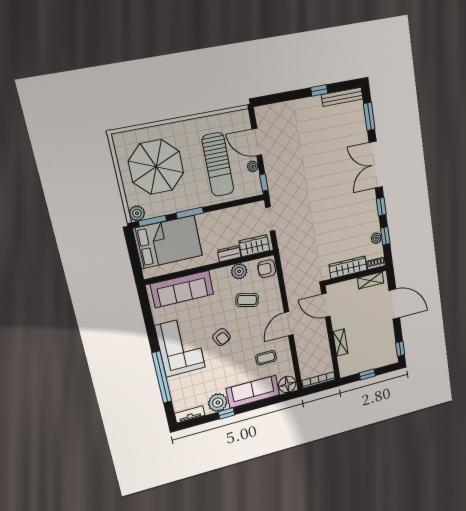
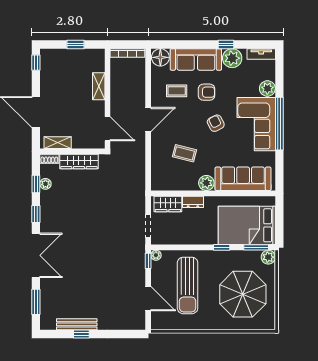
bench: (342, 97) -> (77, 324), moved
sun lounger: (218, 165) -> (188, 285), turned 180
plant: (253, 166) -> (156, 255), moved
window: (190, 213) -> (222, 247), width x0.67
armchair: (267, 269) -> (207, 92), moved
plant: (239, 271) -> (206, 183), moved
window: (162, 377) -> (279, 124), moved
plant: (176, 384) -> (267, 88), added

